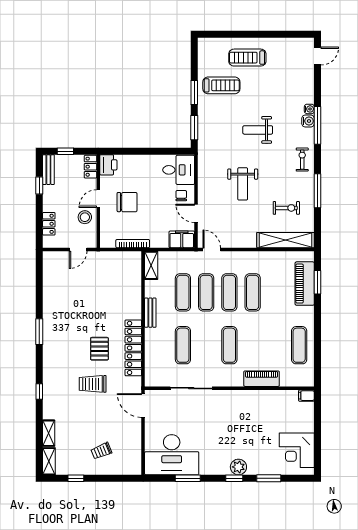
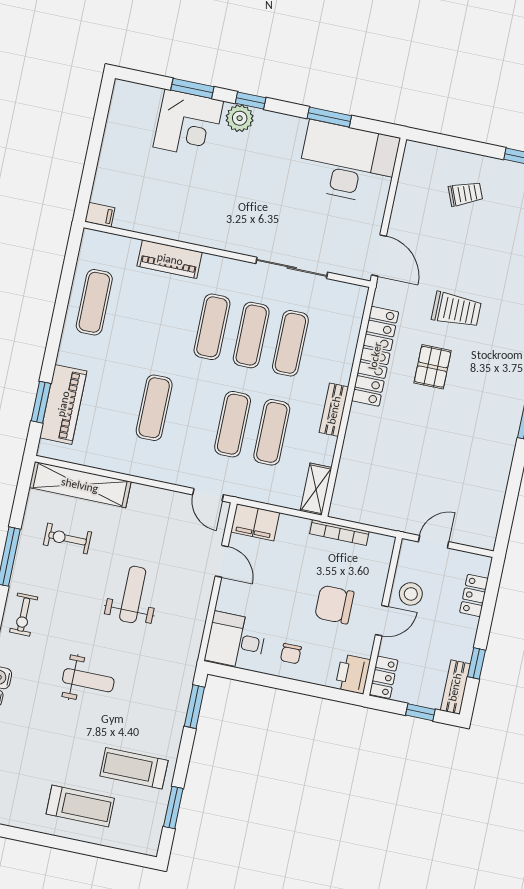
window: (194, 92) -> (173, 808), moved
chair: (181, 196) -> (291, 654), moved
exercise mat: (229, 292) -> (251, 335), moved
corner desk: (297, 450) -> (188, 124), moved, turned 90

